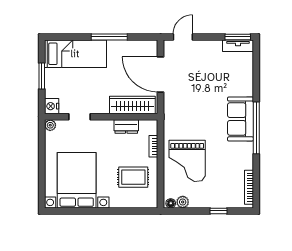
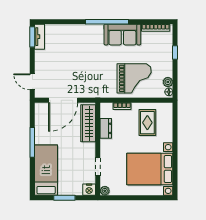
sofa: (241, 119) -> (122, 35), moved

